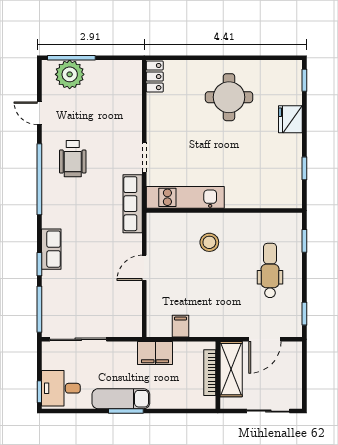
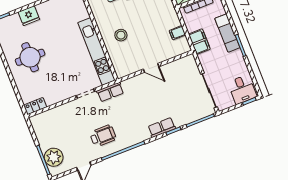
kitchen unit: (185, 197) -> (96, 51), width x1.36
row of seats: (133, 204) -> (110, 92), width x0.68
exam couch: (121, 399) -> (227, 33), moved

